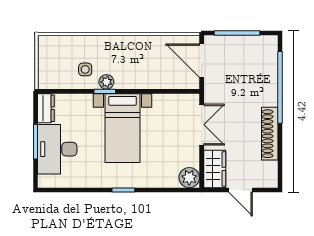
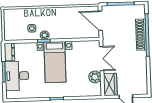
shoe rack: (270, 134) -> (141, 35), moved
plant: (189, 178) -> (95, 77), moved

